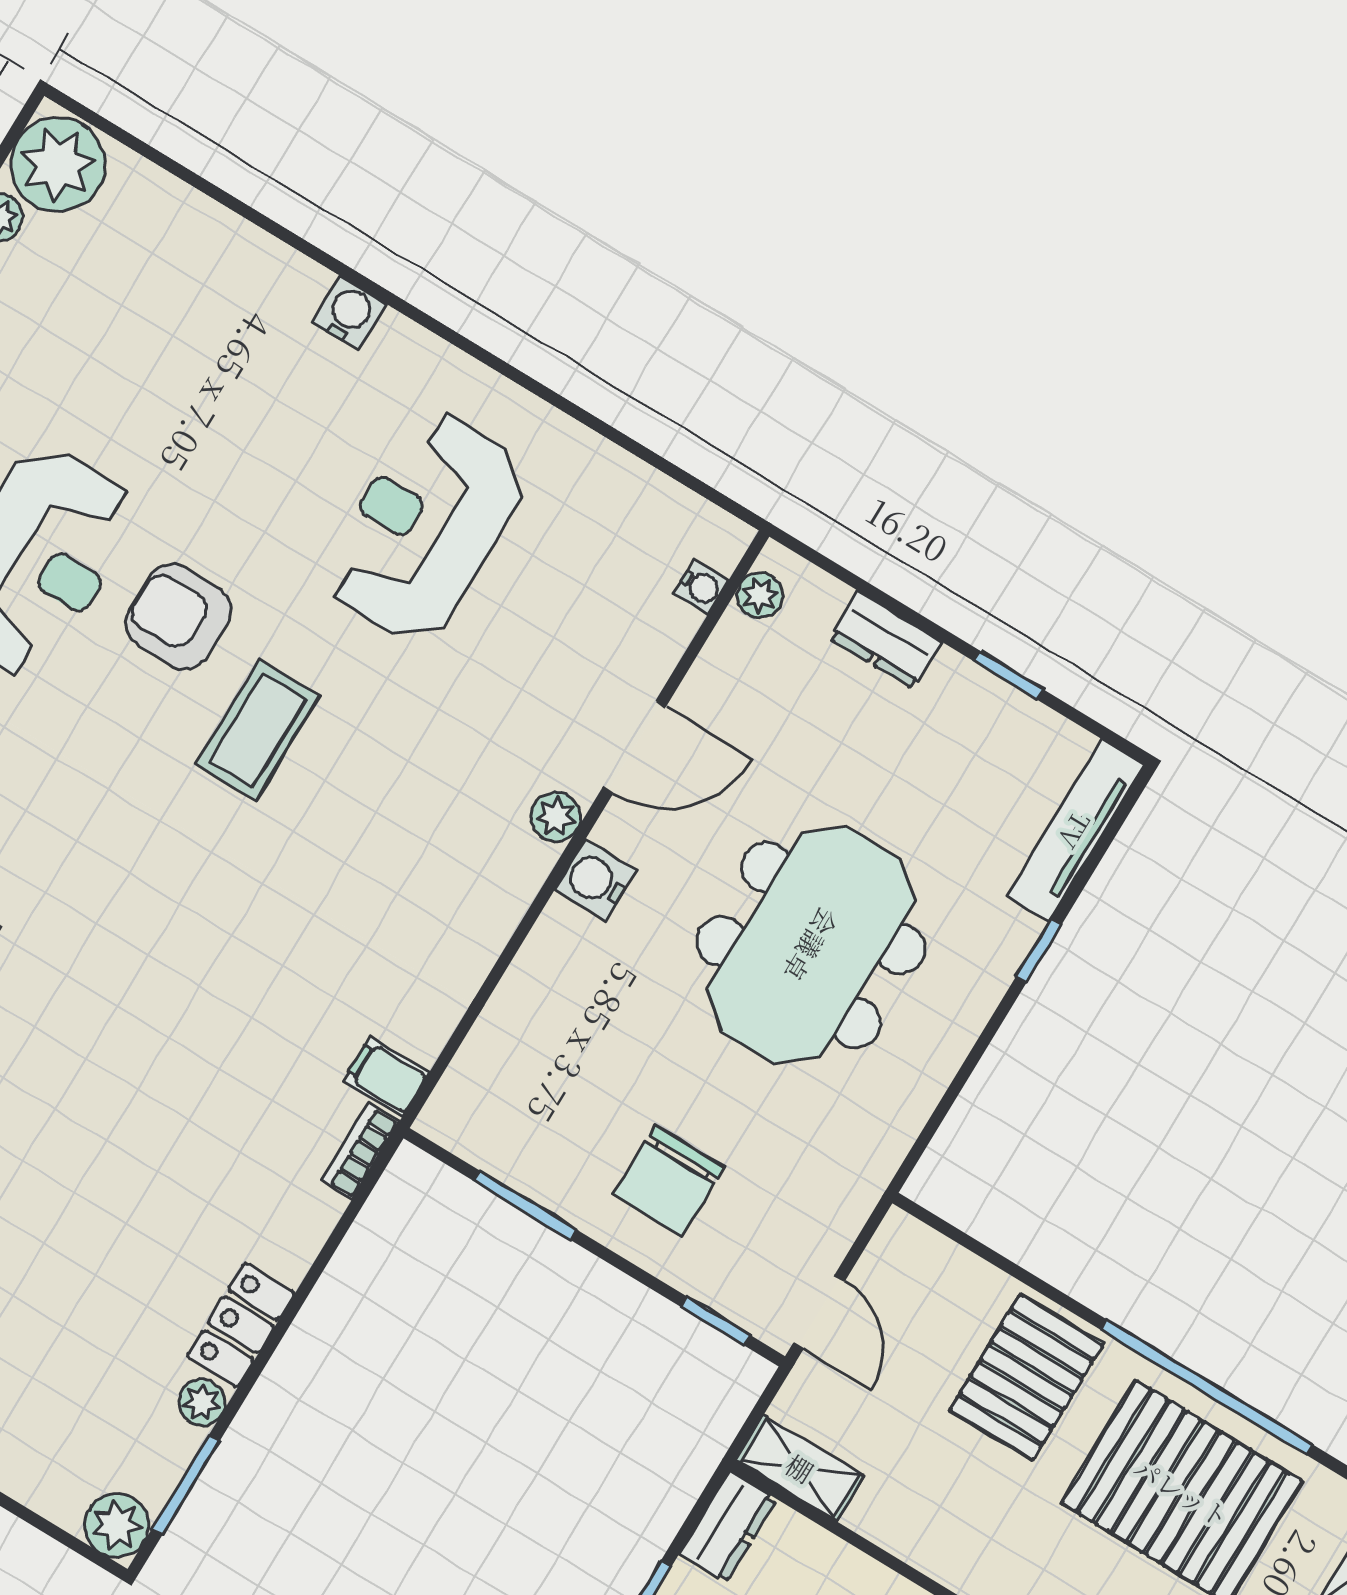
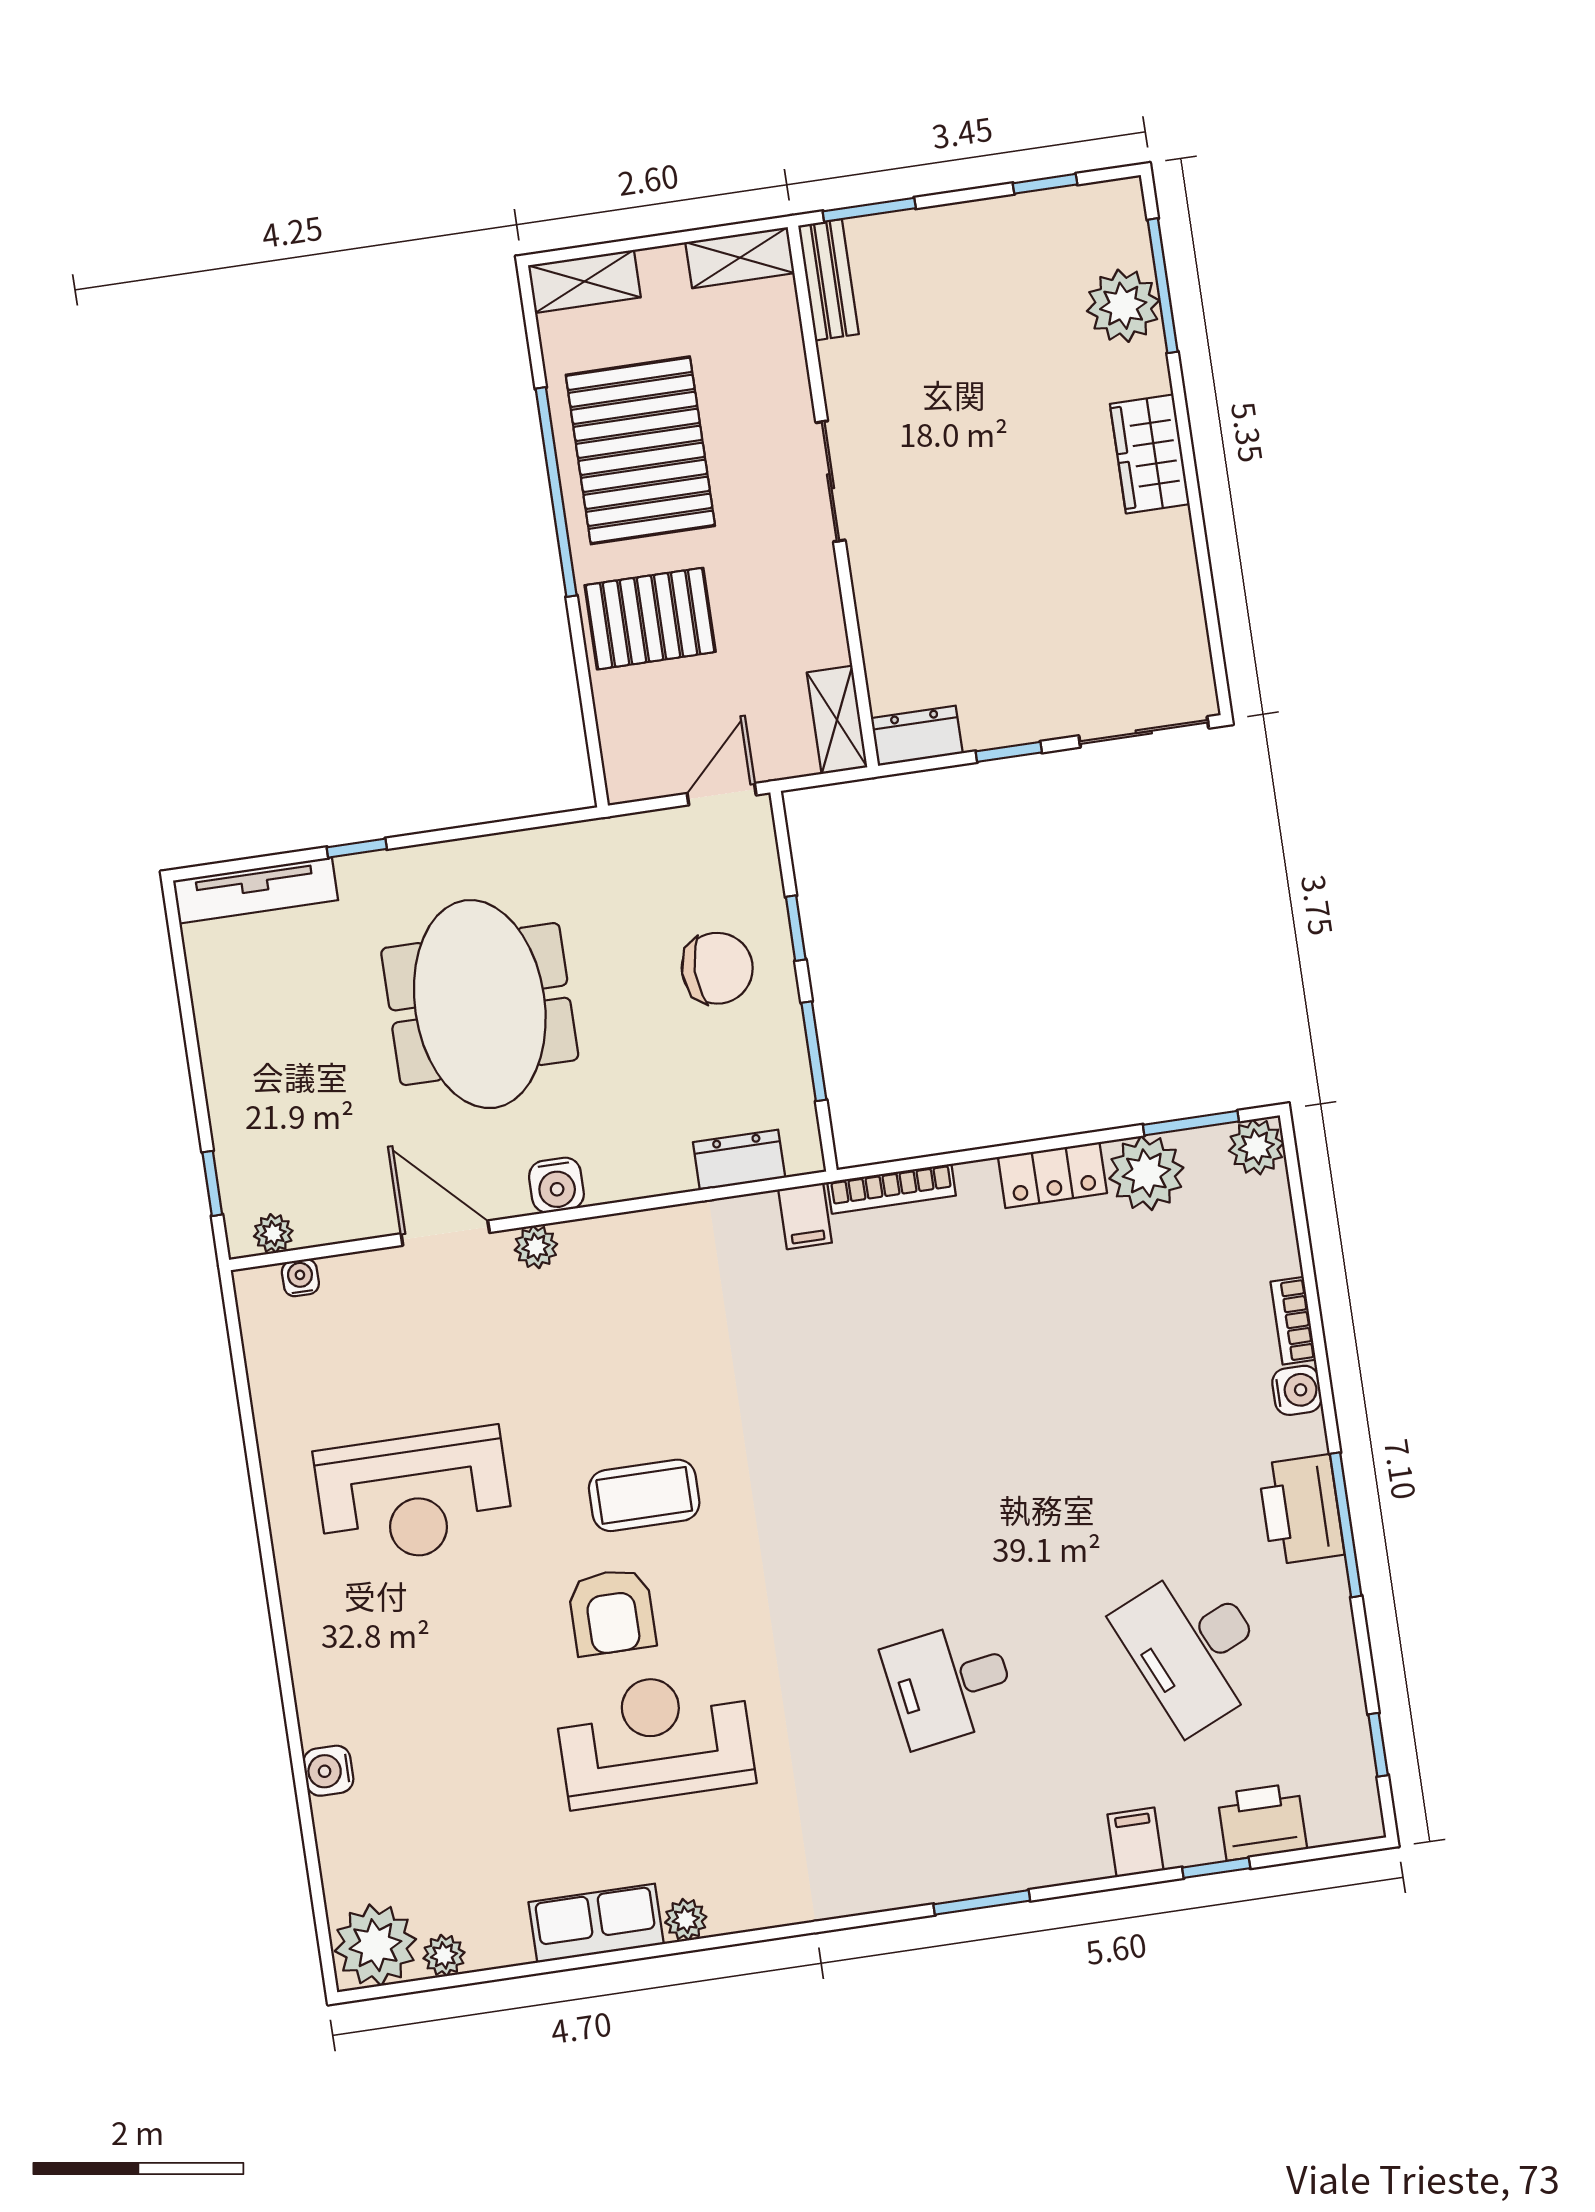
water cooler: (349, 313) -> (328, 1771), moved
dresser: (886, 640) -> (739, 1160), moved, turned -90
window: (1008, 675) -> (212, 1183), moved
meeting table: (811, 945) -> (480, 1004), turned 90
bookcase: (360, 1151) -> (892, 1189), width x1.56
window: (716, 1321) -> (796, 928), moved
plant: (202, 1402) -> (1146, 1173), width x1.88, depth x1.88

